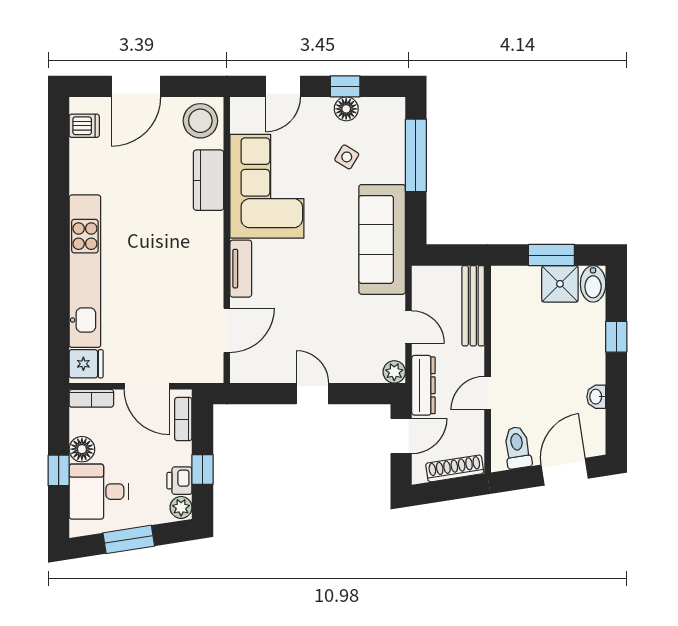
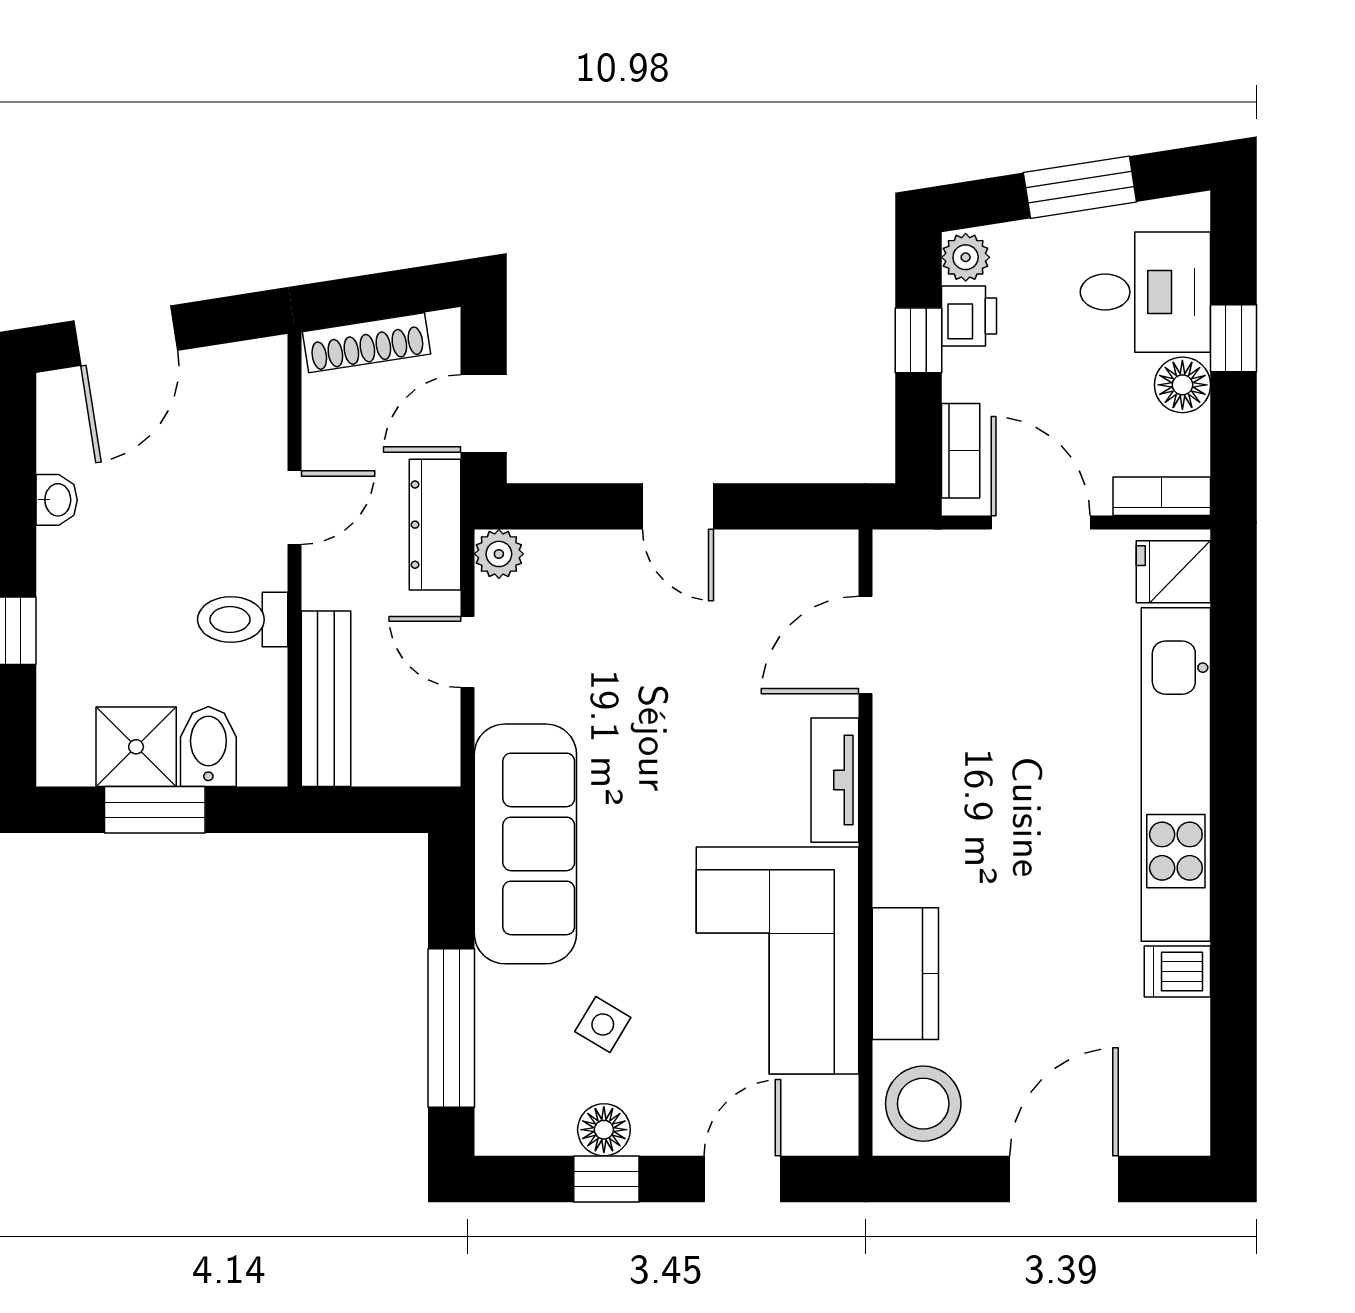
dishwasher: (84, 126) -> (1177, 971), moved
bidet: (593, 284) -> (208, 747), moved
toilet: (517, 448) -> (243, 620), moved, turned 99

